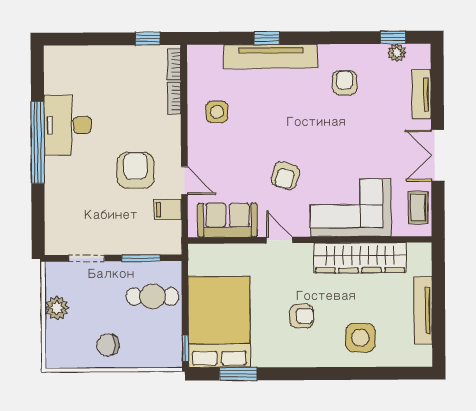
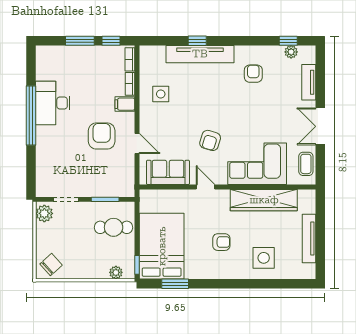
window: (105, 39) -> (80, 41), added
filing cabinet: (168, 210) -> (125, 104), moved
plant: (57, 308) -> (44, 213), moved
chair: (108, 345) -> (51, 265), moved, turned 138
plant: (156, 359) -> (116, 272), added

